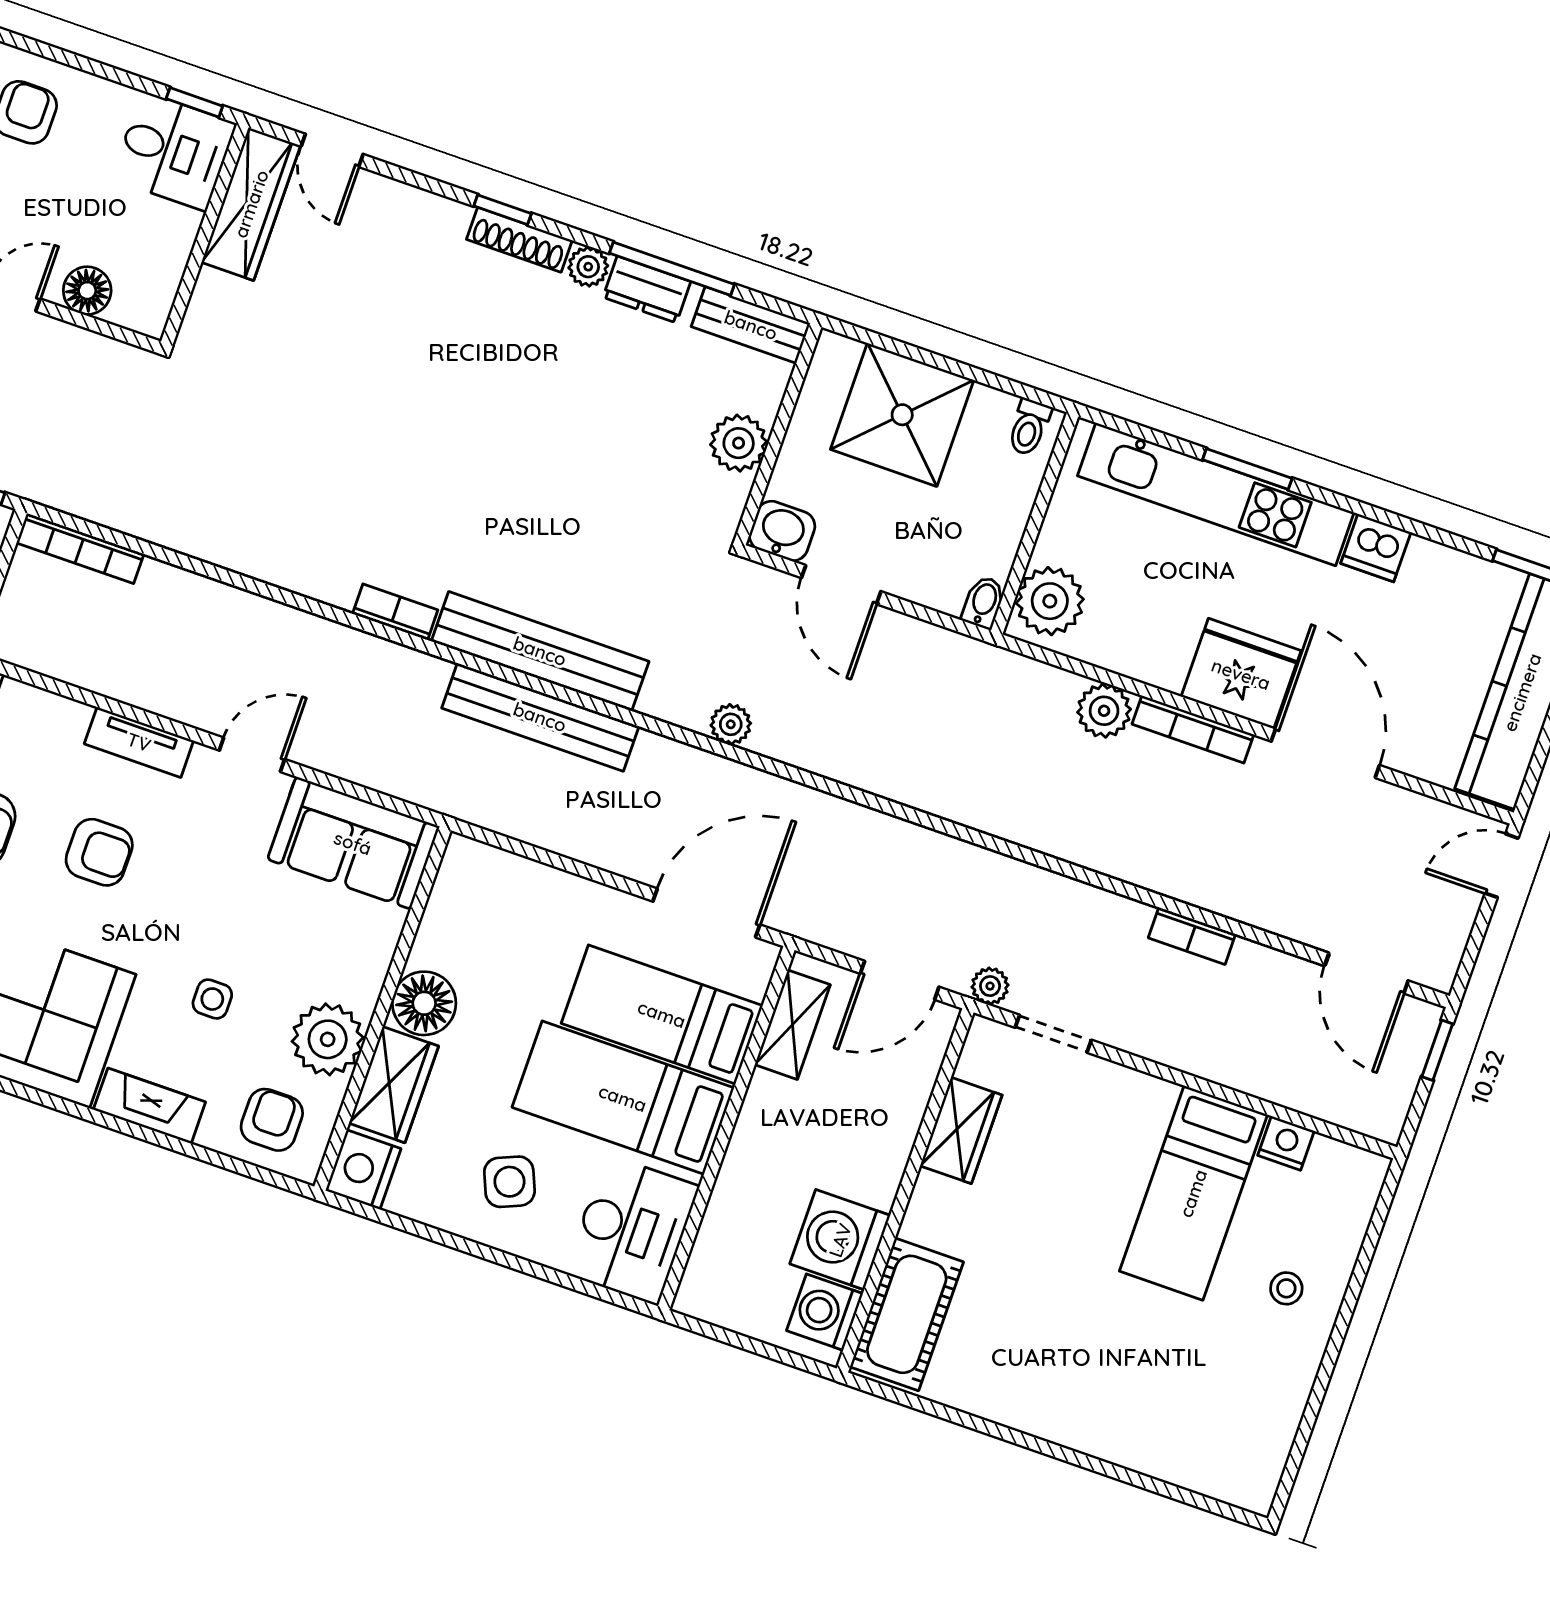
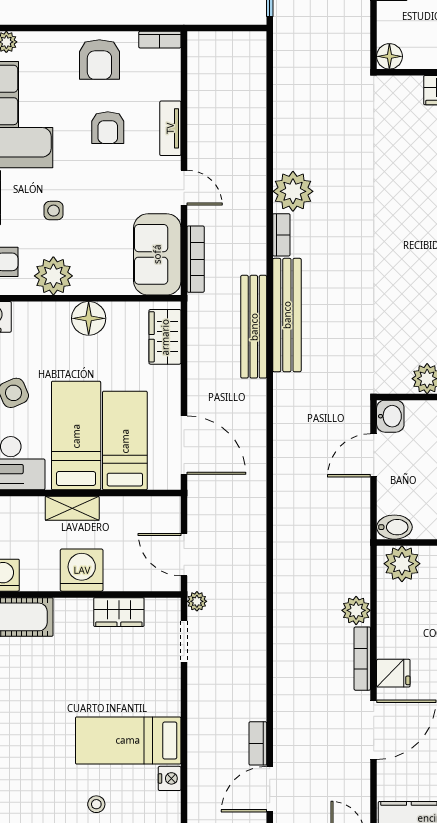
floor lamp: (87, 291) -> (389, 56), moved
bookcase: (80, 548) -> (196, 259), moved, turned 180
bidet: (984, 602) -> (394, 527), width x1.38, depth x1.36
fridge: (1241, 674) -> (393, 673), width x0.53, depth x0.75
plant: (731, 724) -> (293, 191), moved, width x1.88, depth x1.88
bookcase: (1192, 936) -> (258, 743), moved
shelving: (793, 1025) -> (72, 508), moved
wardrobe: (394, 1085) -> (165, 337), moved, turned 90
washing machine: (840, 1240) -> (82, 570), moved

